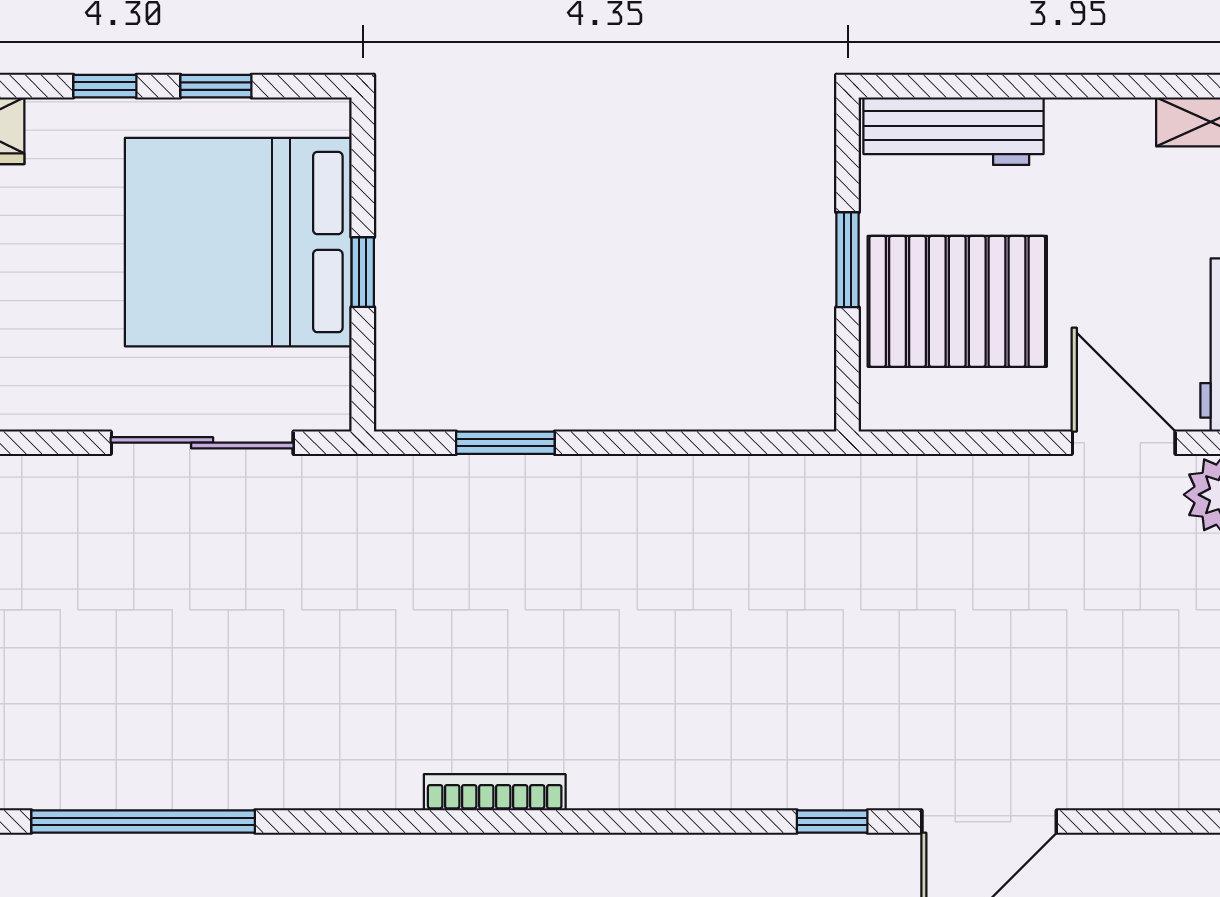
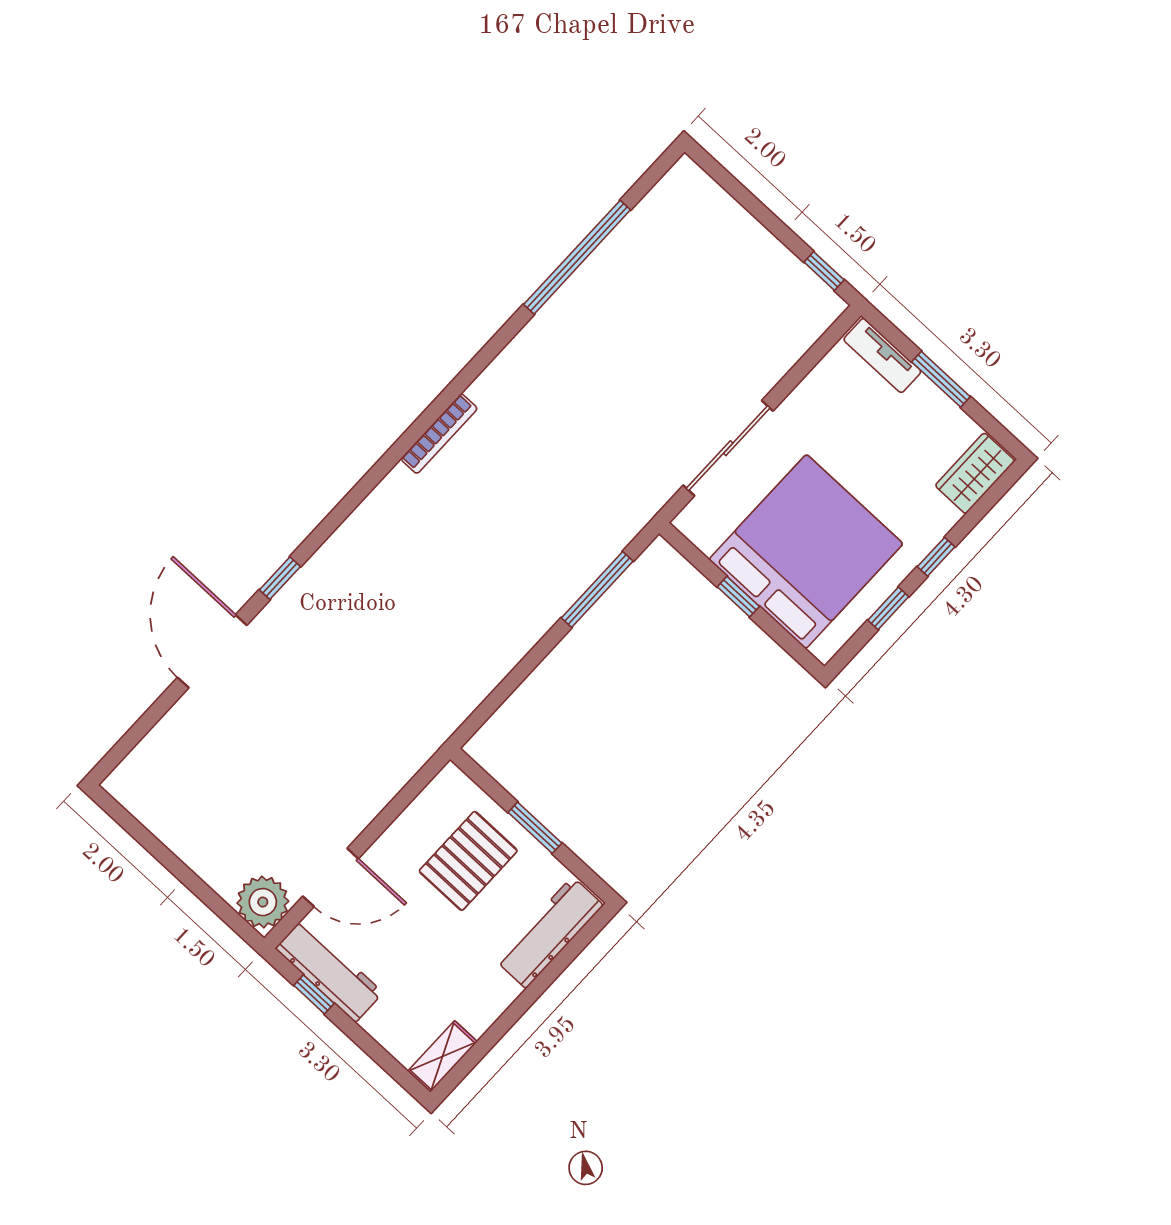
pallet: (957, 301) -> (468, 861), width x0.73, depth x0.71
window: (505, 443) -> (597, 589), width x1.44

